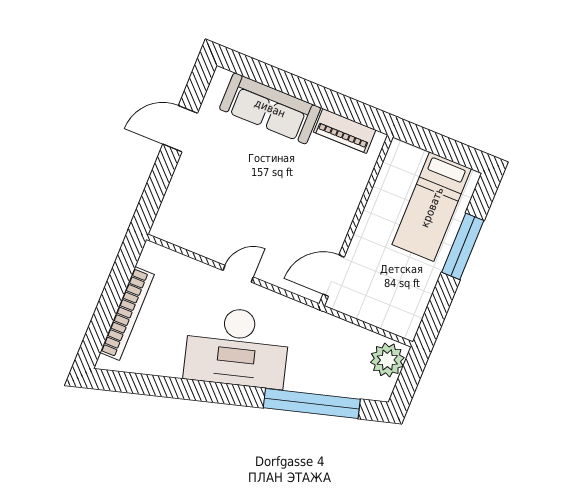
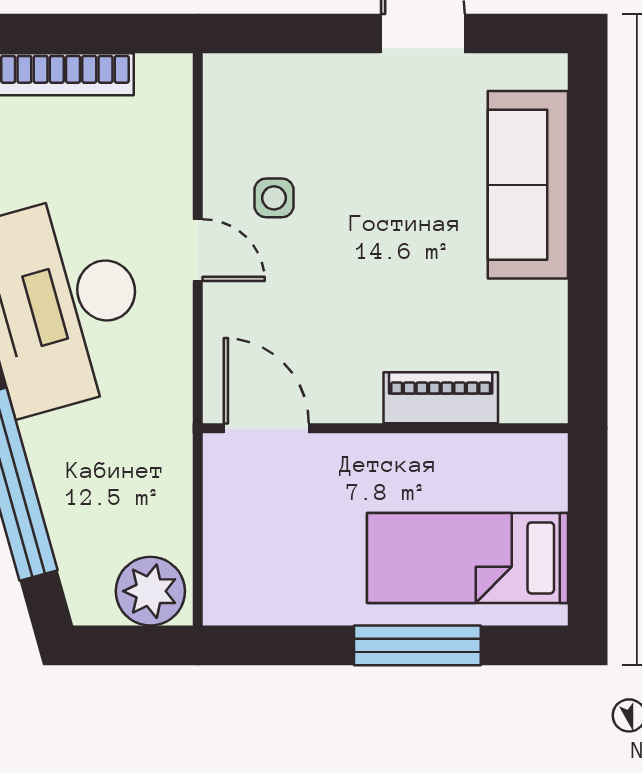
piano: (345, 131) -> (441, 398), moved, turned 90
side table: (228, 229) -> (274, 198), added

